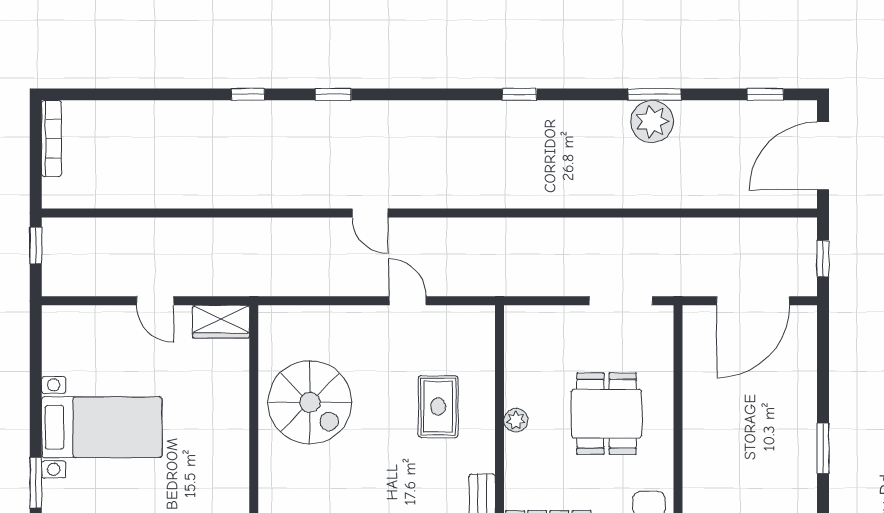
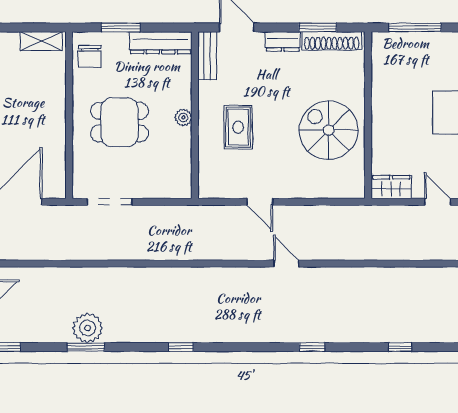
window: (248, 94) -> (400, 347), moved
dining table: (607, 414) -> (120, 122), turned 90

